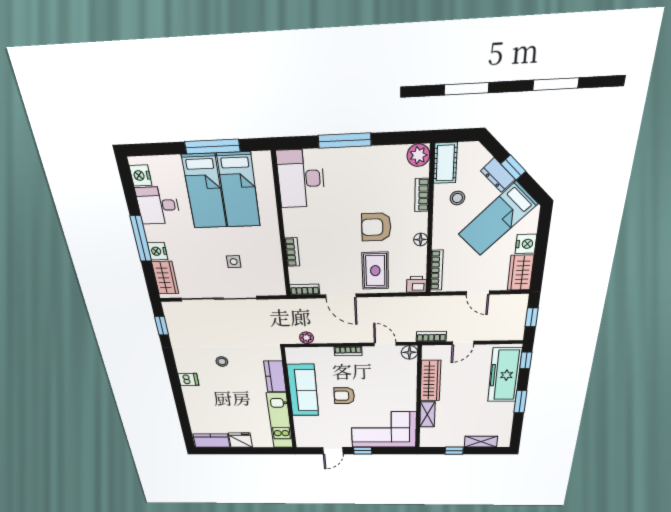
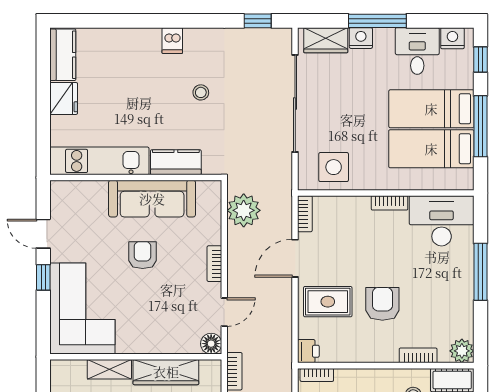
window: (153, 149) -> (480, 60), added
floor lamp: (421, 240) -> (366, 355), removed
bookcase: (292, 252) -> (390, 203), moved
side table: (234, 262) -> (334, 167), moved, width x1.87, depth x1.87
bookcase: (437, 270) -> (317, 375), width x0.64
plant: (307, 338) -> (244, 210), width x1.88, depth x1.88

